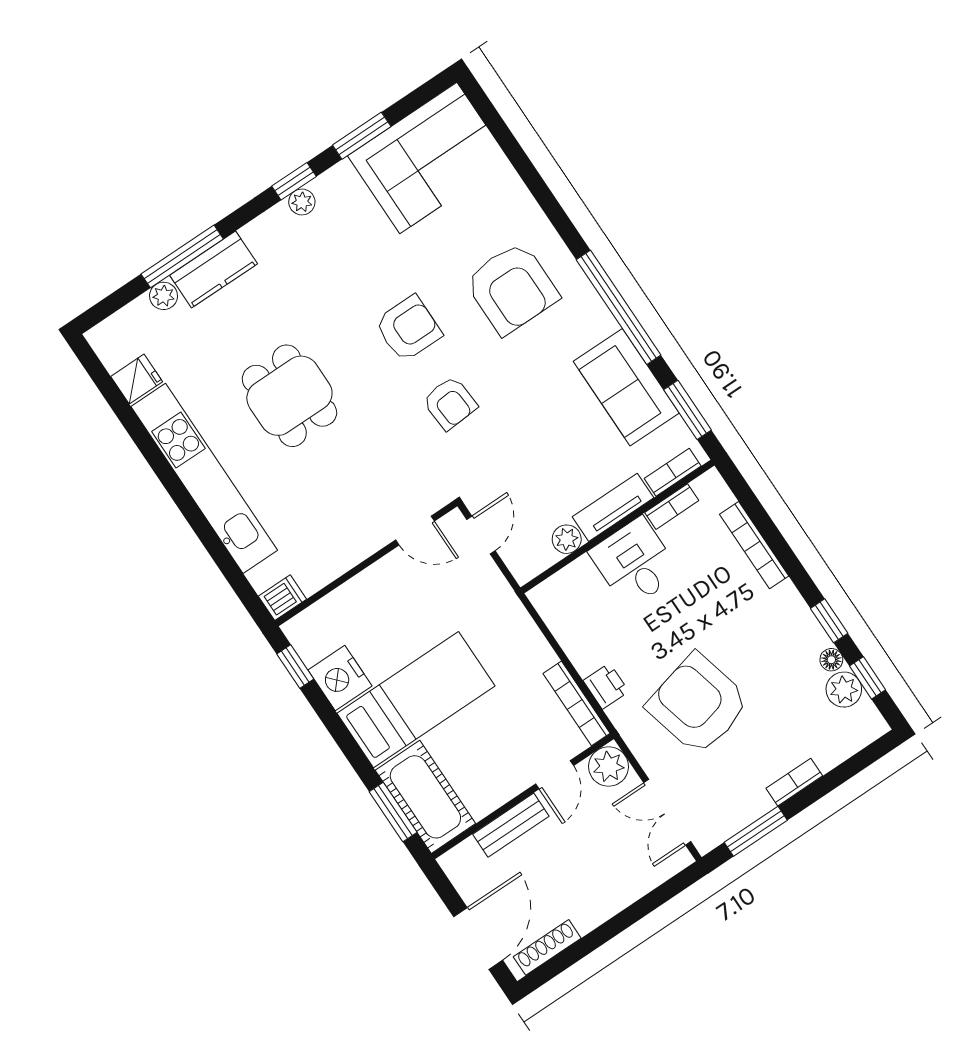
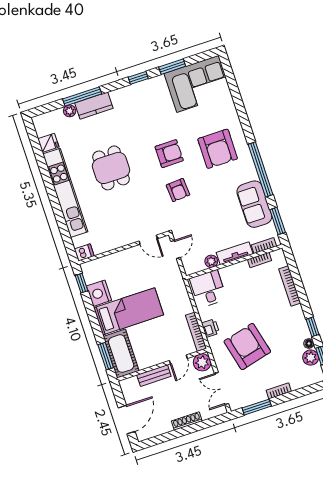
plant: (302, 202) -> (139, 88), removed
desk: (635, 563) -> (208, 289), moved
shoe rack: (547, 947) -> (187, 421), moved

